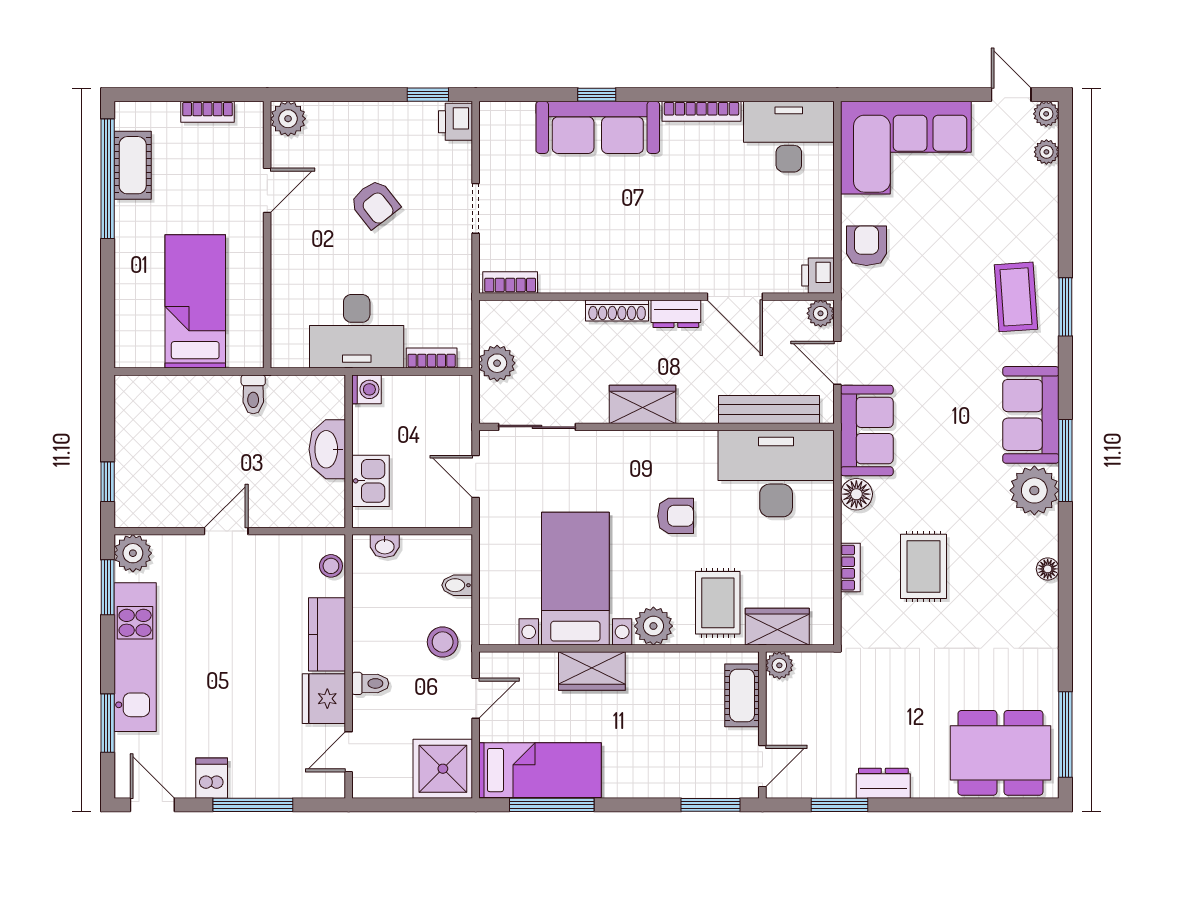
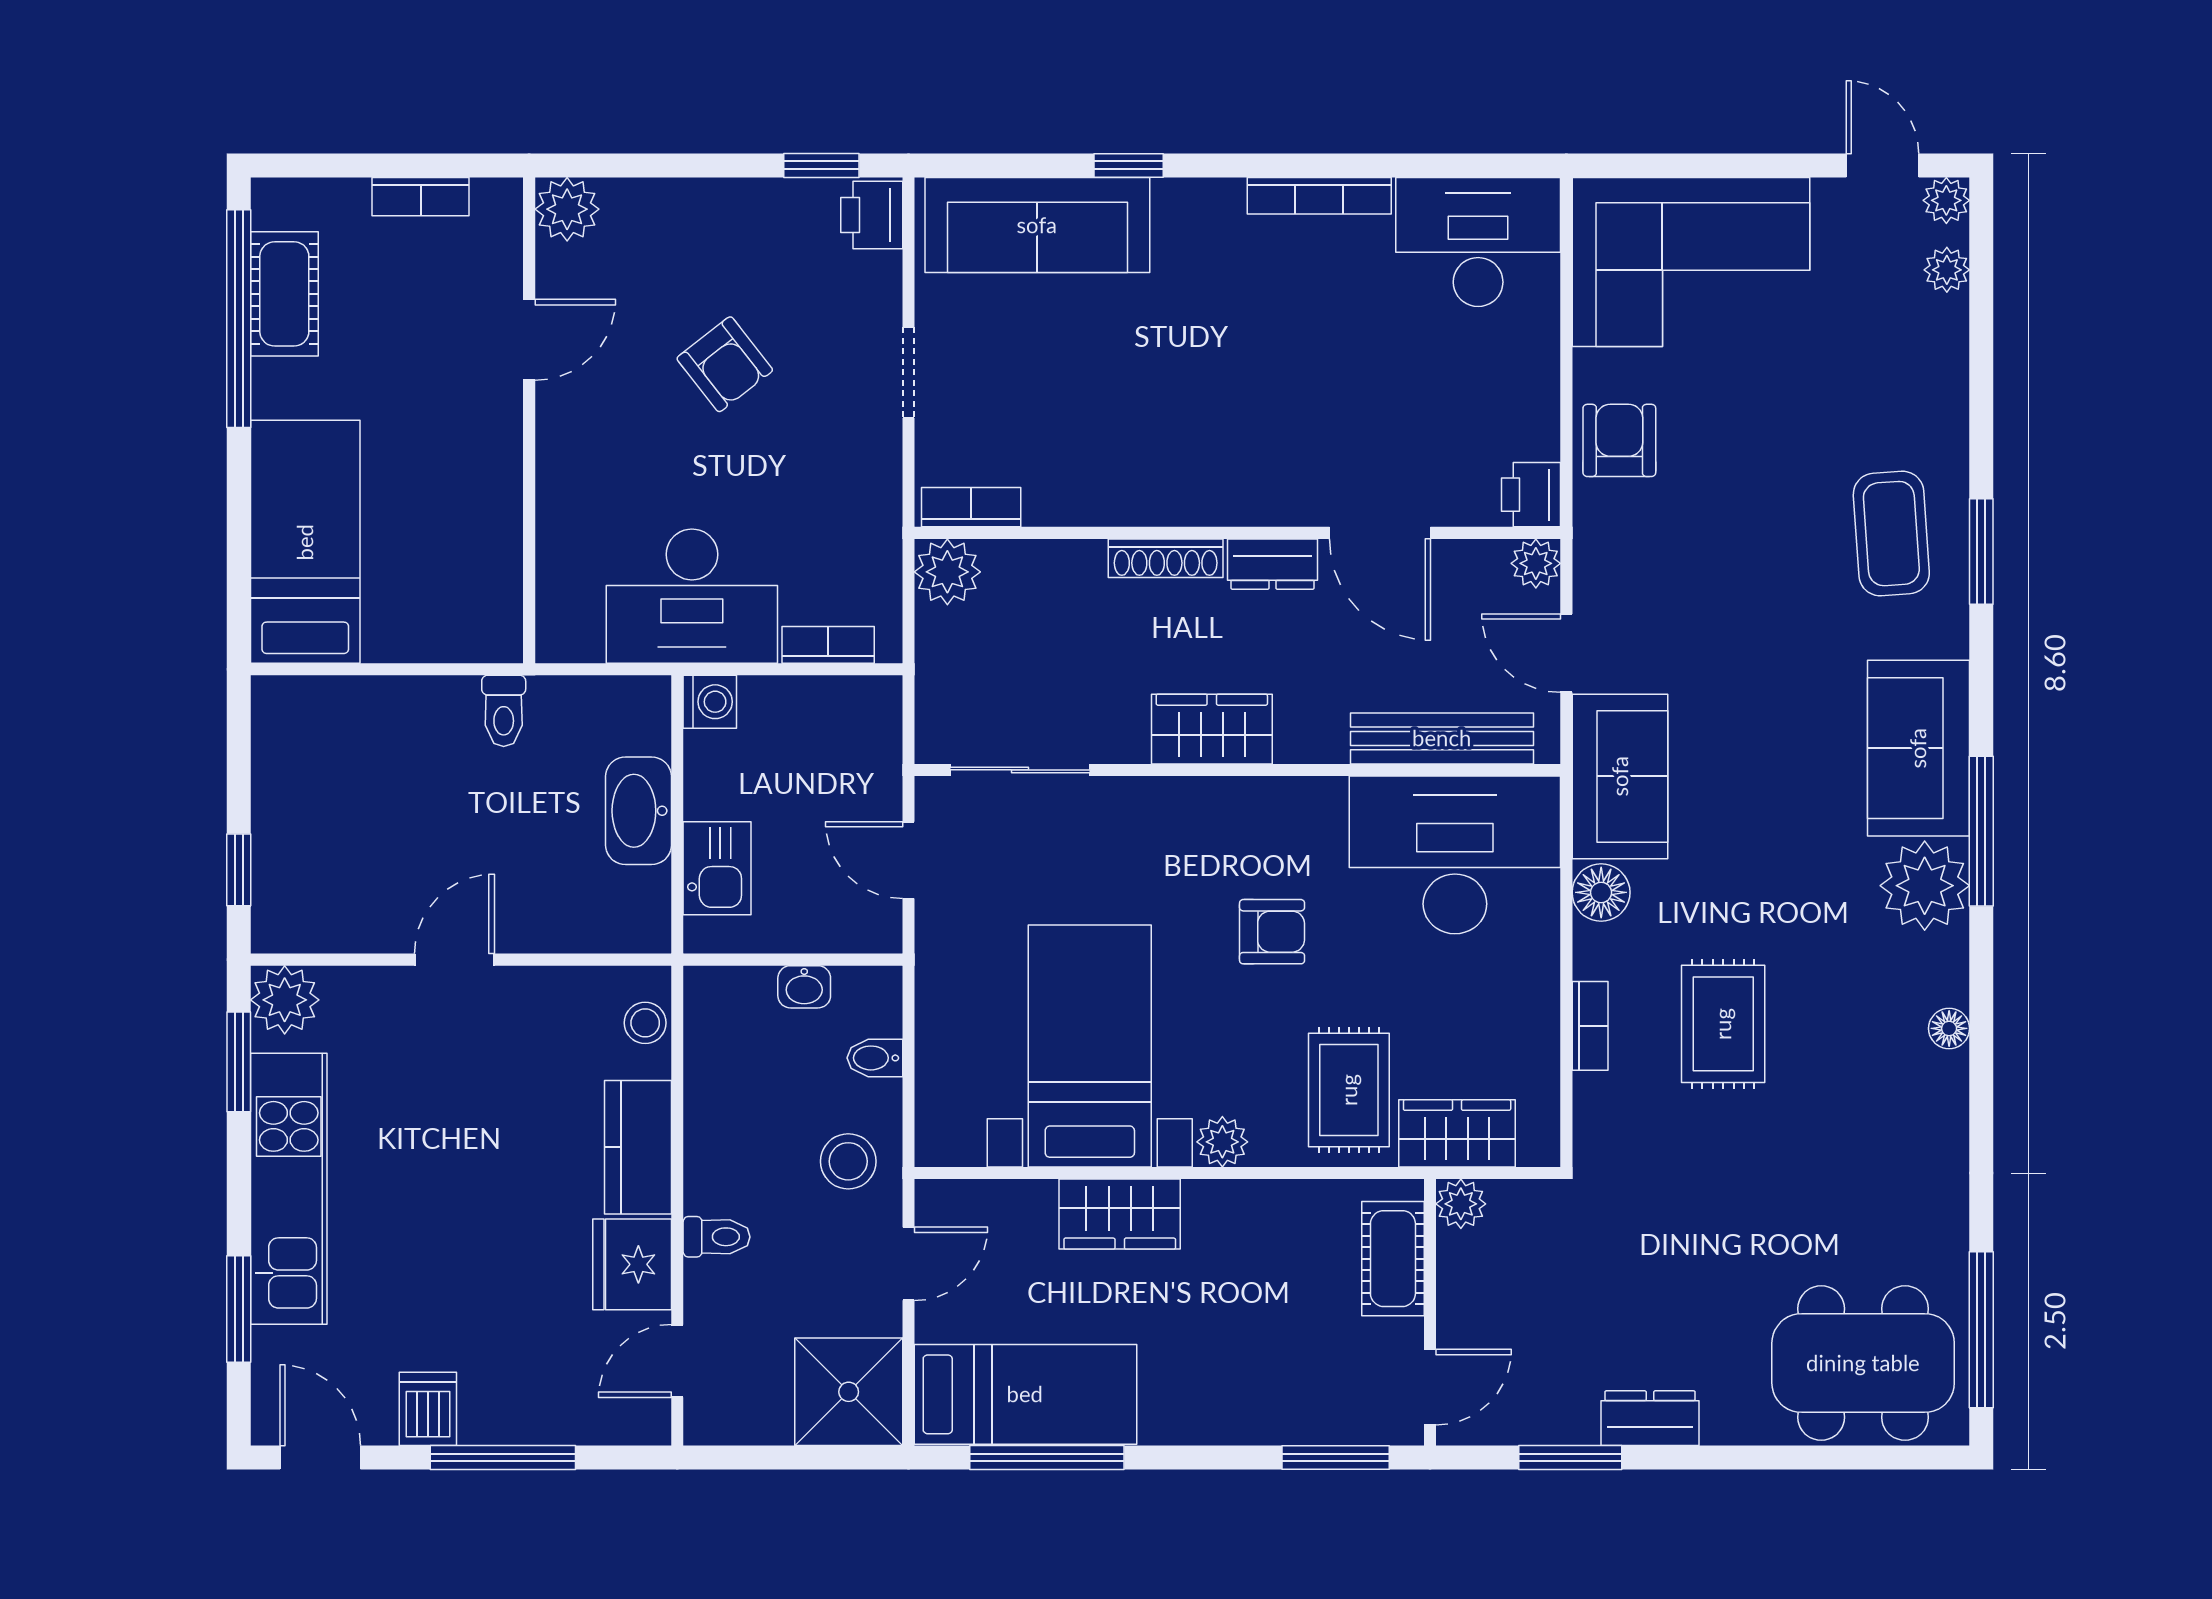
sofa: (598, 127) -> (1037, 225), moved
bed: (195, 301) -> (305, 542), moved
plant: (497, 363) -> (947, 572), moved
washbasin: (385, 546) -> (804, 987), moved
plant: (653, 626) -> (1222, 1142), width x0.73, depth x0.73

